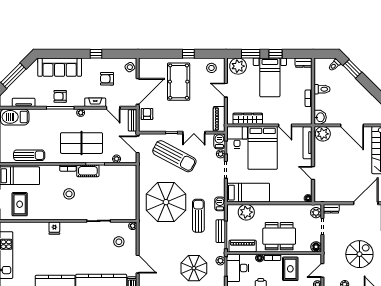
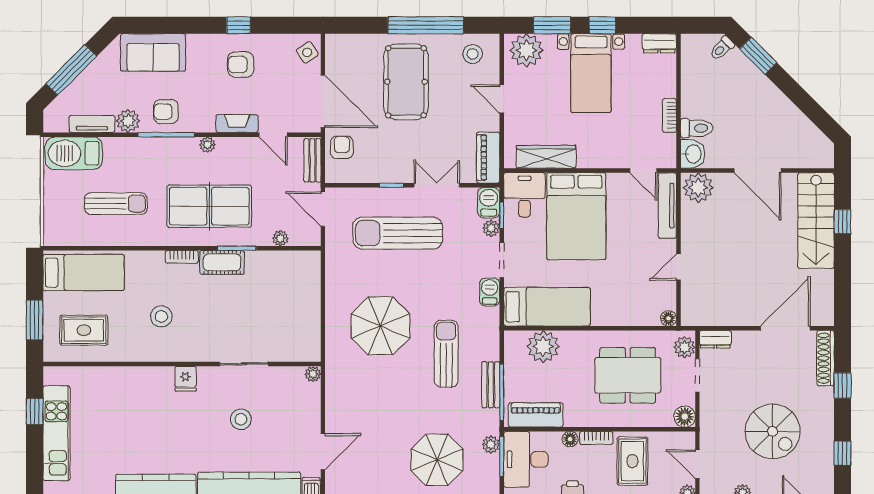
window: (188, 54) -> (426, 25), width x3.17
sofa: (60, 67) -> (153, 52), width x0.73
armchair: (107, 79) -> (241, 65), moved
toilet: (322, 89) -> (697, 128), moved
door: (138, 91) -> (323, 101), hinge flipped
plant: (41, 101) -> (128, 121), added
door: (285, 125) -> (643, 170), moved
double door: (194, 133) -> (437, 185), swing flipped
sun lounger: (29, 155) -> (116, 204), moved
sun lounger: (174, 156) -> (398, 233), turned 152
door: (313, 173) -> (678, 267), hinge flipped
stool: (69, 194) -> (161, 316), moved
parasol: (166, 202) -> (380, 326), width x0.73, depth x0.73
rug: (20, 204) -> (84, 330), turned 90
barbecue: (220, 204) -> (490, 292), moved
fridge: (54, 228) -> (186, 379), moved
dining table: (279, 236) -> (628, 375), moved
stool: (119, 242) -> (241, 419), moved
spiral stairs: (359, 254) -> (773, 431), turned 90
door: (138, 264) -> (323, 452), hinge flipped
door: (322, 270) -> (697, 464), hinge flipped

